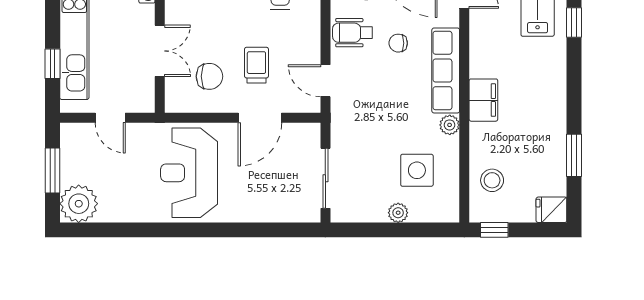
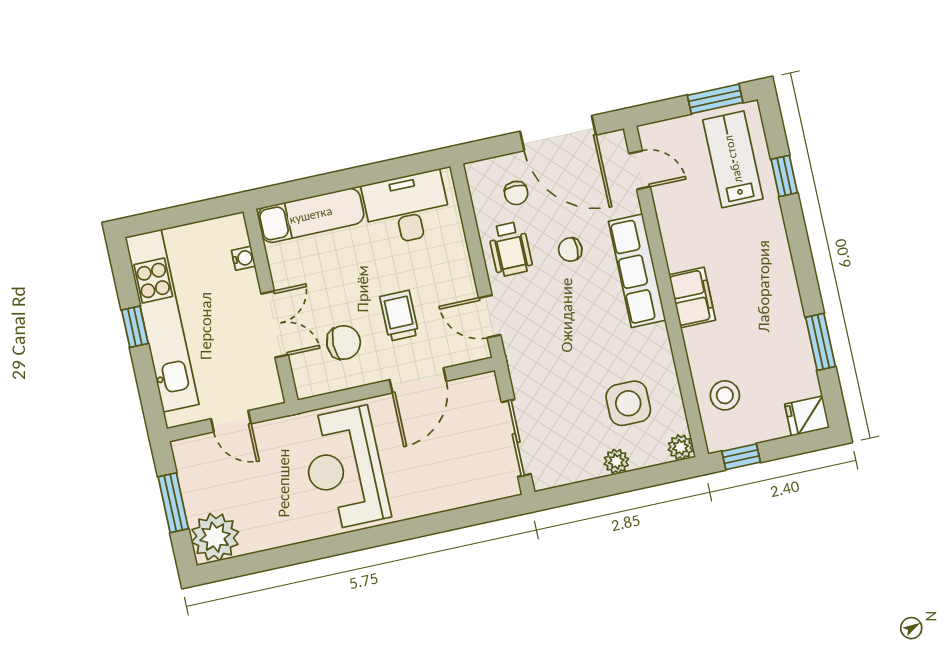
wheelchair: (352, 33) -> (510, 249), turned -90
window: (53, 64) -> (135, 327), moved
plant: (450, 125) -> (681, 447), moved

